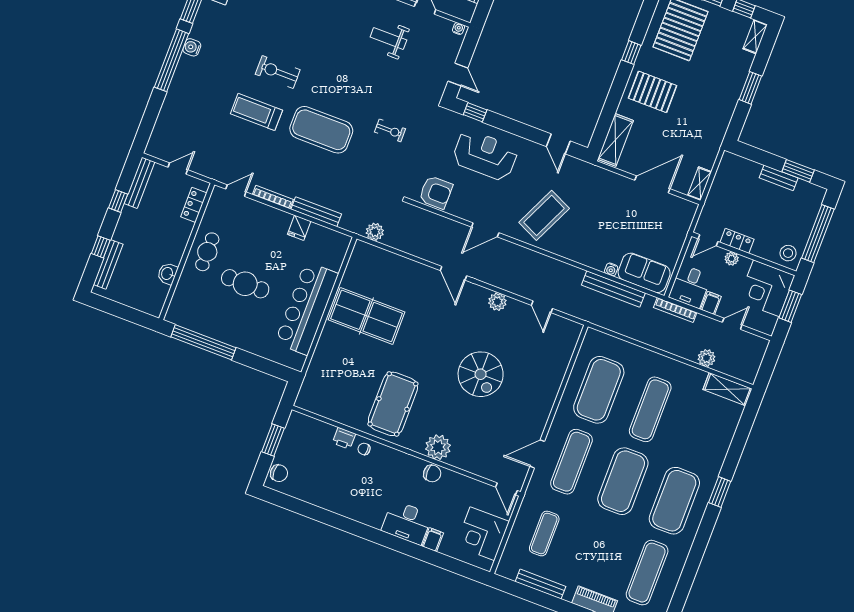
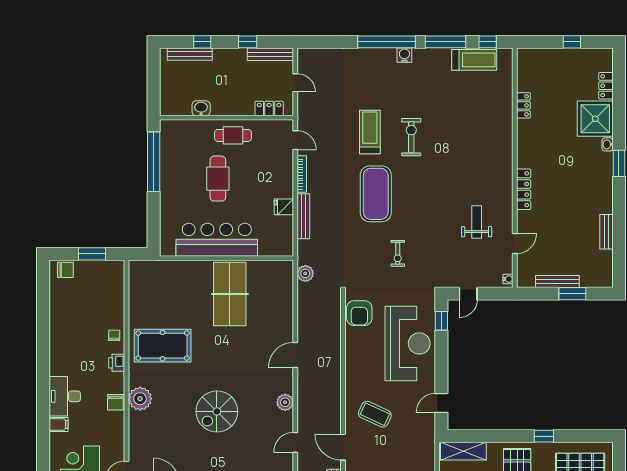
reception desk: (485, 155) -> (408, 343), width x1.36, depth x1.30
coffee table: (544, 215) -> (375, 414), width x0.73, depth x0.76
door: (485, 230) -> (343, 447), moved
printer: (344, 438) -> (117, 363), moved
chair: (279, 473) -> (65, 270), turned -90

